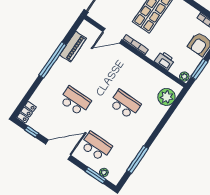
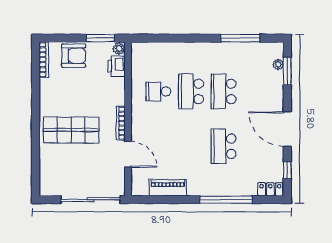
window: (53, 60) -> (226, 200), moved
printer: (165, 61) -> (117, 66), moved
school desk: (139, 83) -> (158, 91), added
plant: (167, 97) -> (153, 53), removed
school desk: (96, 146) -> (224, 91), moved

